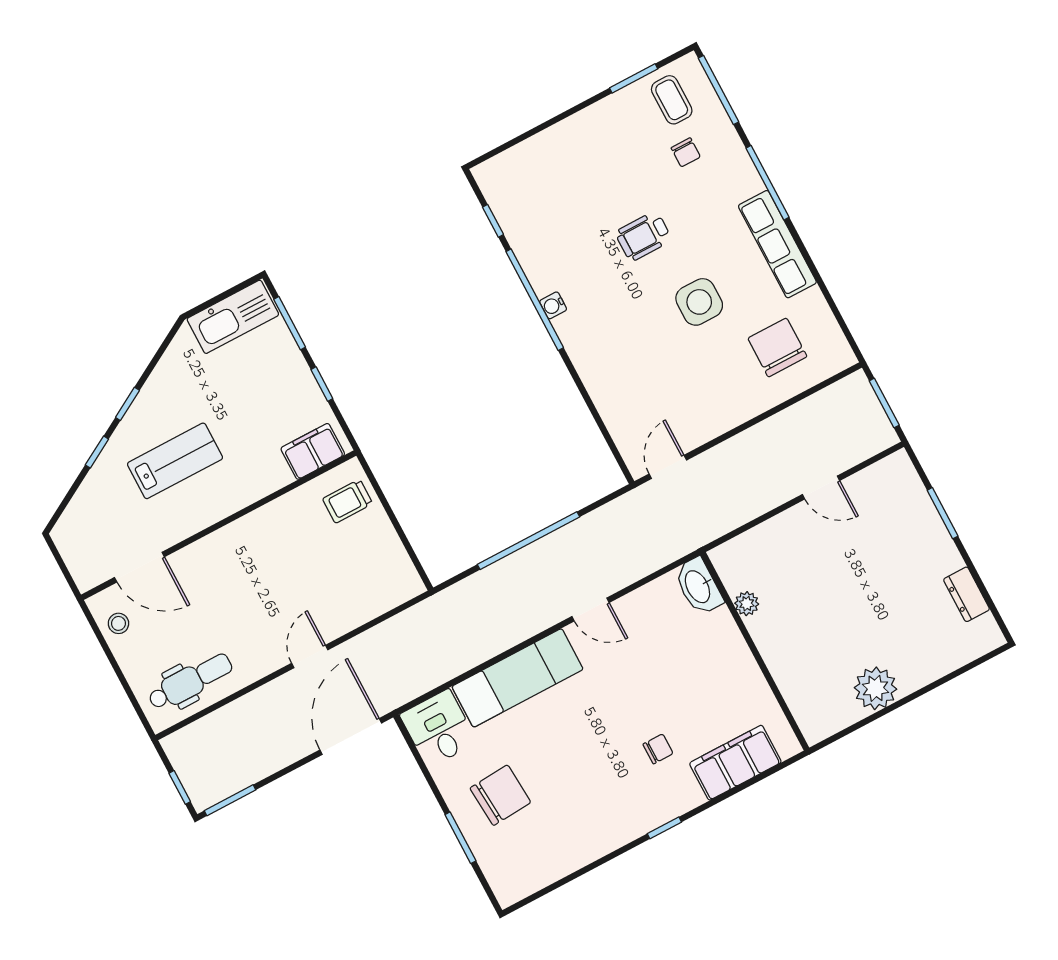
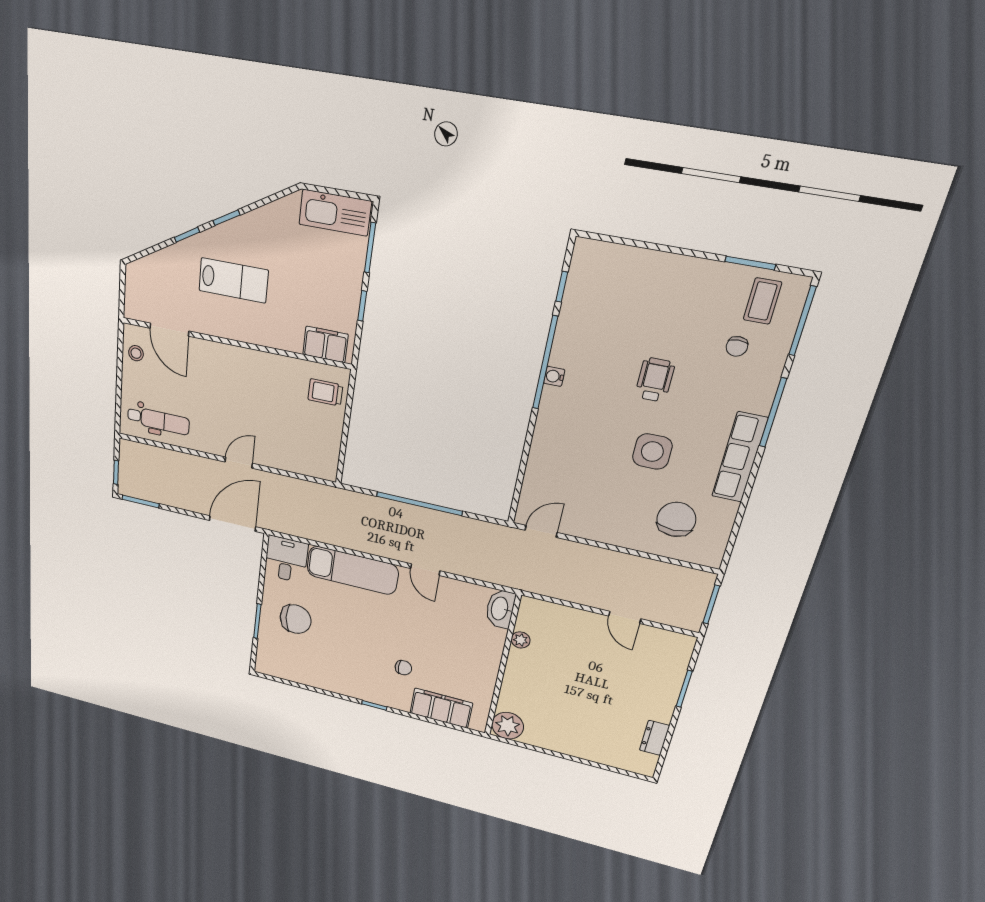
wheelchair: (643, 236) -> (655, 380), turned 90
plant: (876, 688) -> (508, 726), moved

